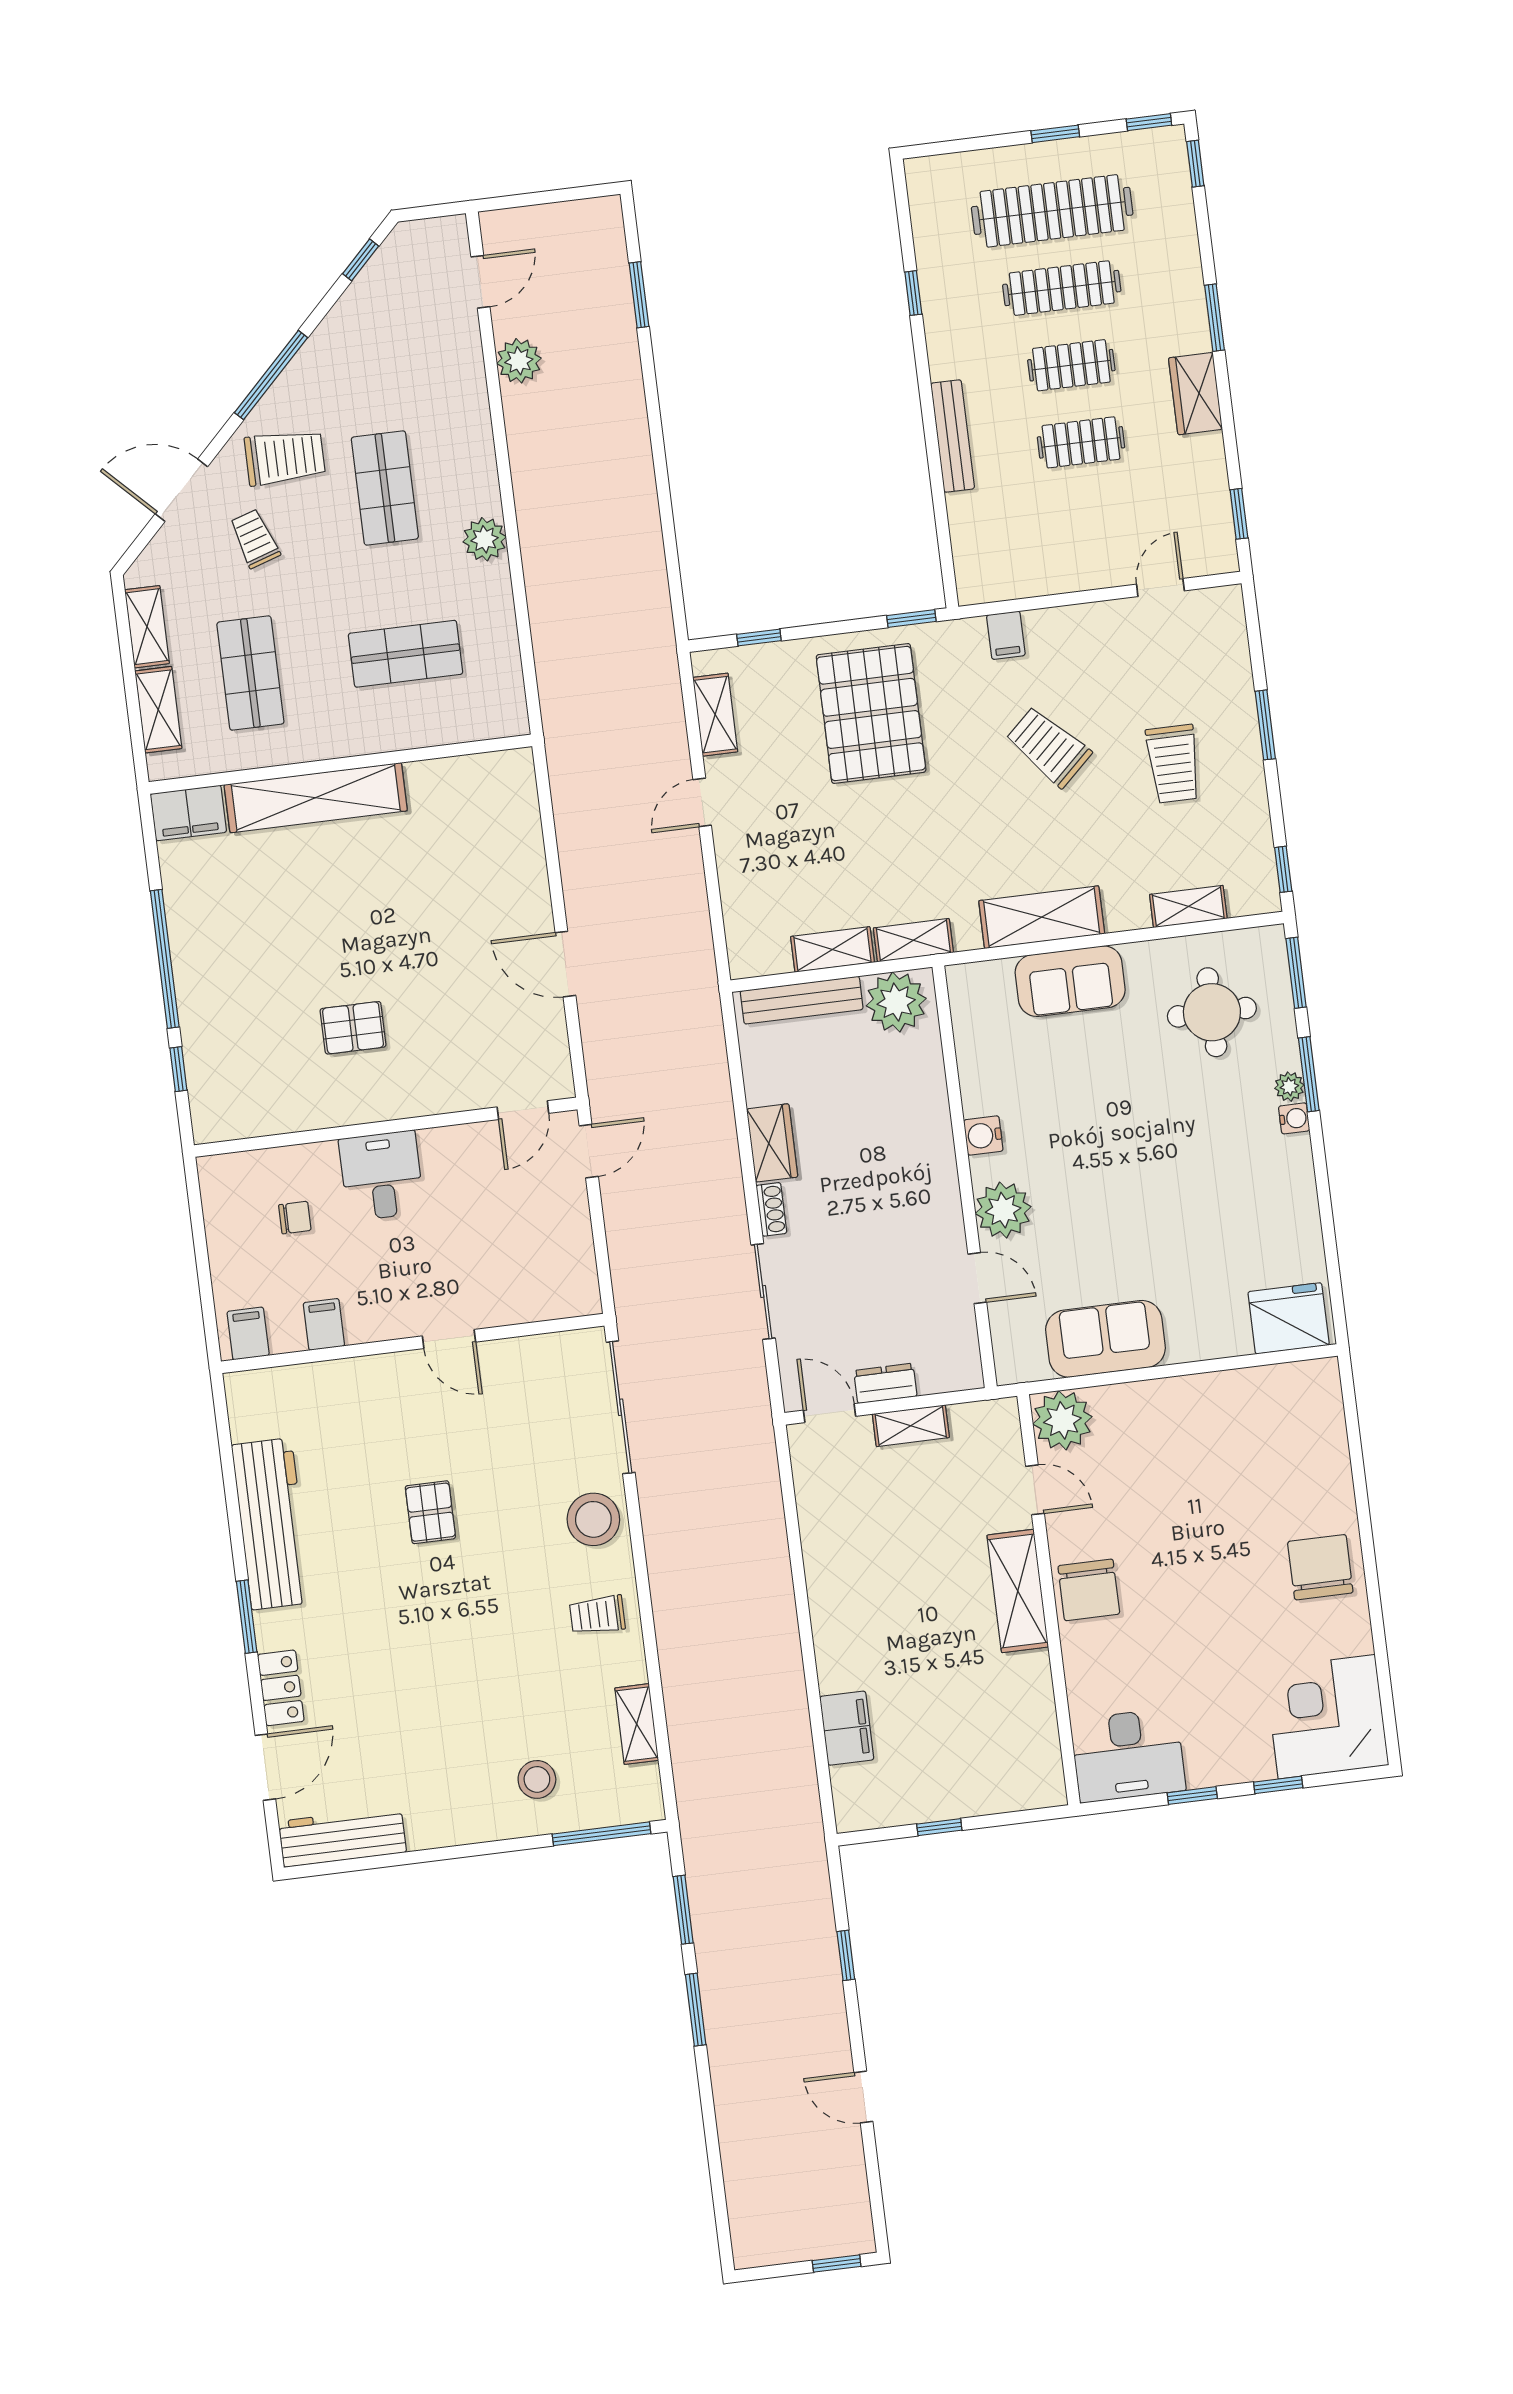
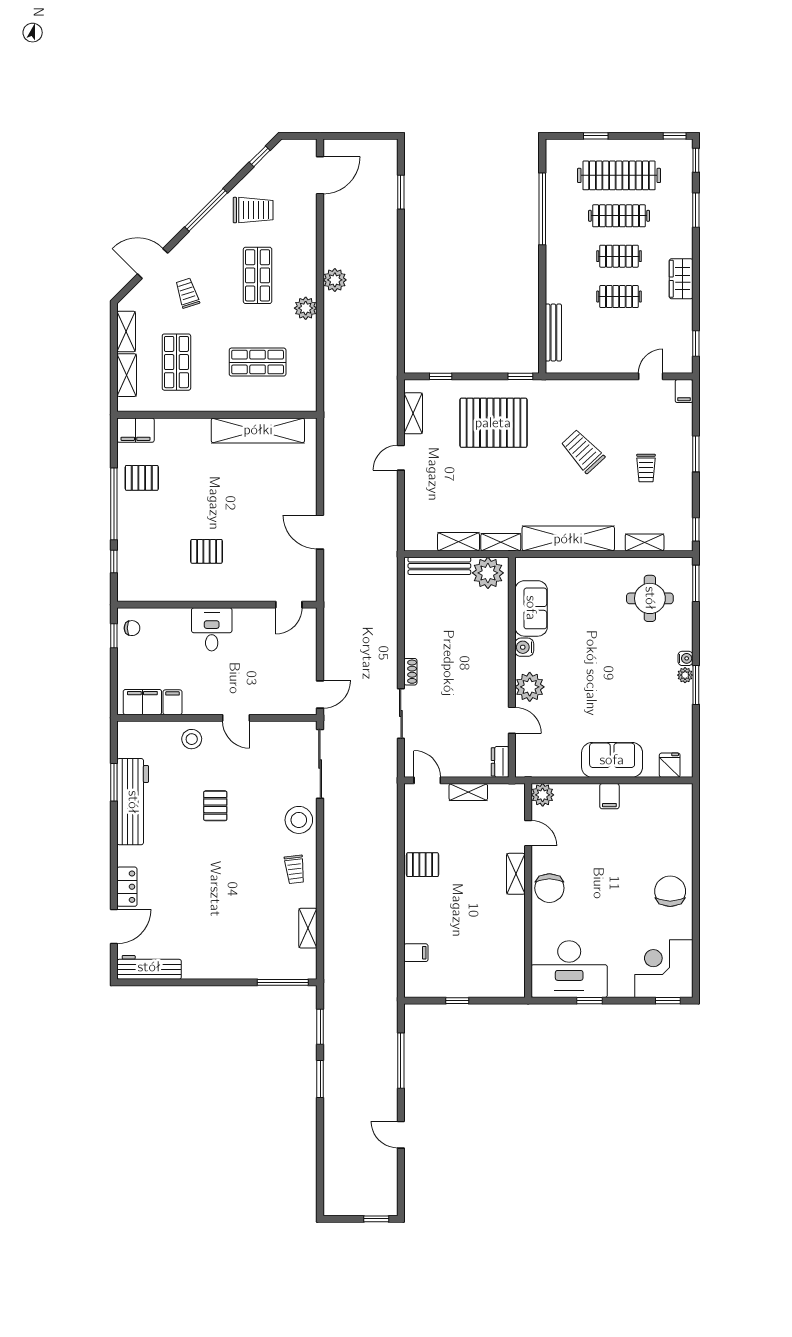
window: (1055, 134) -> (596, 136), moved
door: (480, 282) -> (320, 175), width x1.38
window: (913, 293) -> (542, 209), width x3.17
window: (1215, 318) -> (696, 210), moved
plant: (519, 361) -> (335, 280), moved
bench: (953, 436) -> (553, 333), moved
trolley: (285, 457) -> (253, 210), moved
filing cabinet: (1006, 635) -> (684, 391), moved
pallet: (871, 713) -> (493, 423), turned 90
trolley: (1173, 764) -> (646, 468), width x0.73, depth x0.72
shelving: (316, 798) -> (258, 430), moved
pallet: (212, 903) -> (142, 478), added
shelving: (1042, 917) -> (568, 539), width x1.47
sofa: (1070, 981) -> (531, 608), moved, turned -90
window: (1309, 1074) -> (696, 685), moved
plant: (1289, 1087) -> (685, 675), moved
wardrobe: (772, 1143) -> (415, 638), removed
door: (589, 1151) -> (320, 694), moved
window: (196, 1211) -> (114, 636), added
chair: (295, 1218) -> (132, 628), moved
fridge: (1289, 1318) -> (670, 765), width x0.53, depth x0.75
filing cabinet: (248, 1333) -> (142, 702), width x2.00
sofa: (1105, 1339) -> (612, 760), moved
dresser: (885, 1383) -> (500, 762), moved, turned -90
filing cabinet: (1182, 1400) -> (609, 796), added
plant: (1062, 1420) -> (543, 795), width x0.73, depth x0.73
pallet: (841, 1576) -> (423, 865), added
shelving: (1018, 1591) -> (516, 874), width x0.67, depth x0.75
trolley: (597, 1615) -> (295, 869), turned -97
window: (247, 1617) -> (114, 782), moved
filing cabinet: (847, 1728) -> (416, 953), width x0.50
desk: (1128, 1755) -> (569, 969), width x1.36, depth x1.30
stool: (537, 1779) -> (192, 739), moved
window: (1278, 1785) -> (668, 1001), moved
window: (846, 1955) -> (401, 1061), width x2.17

